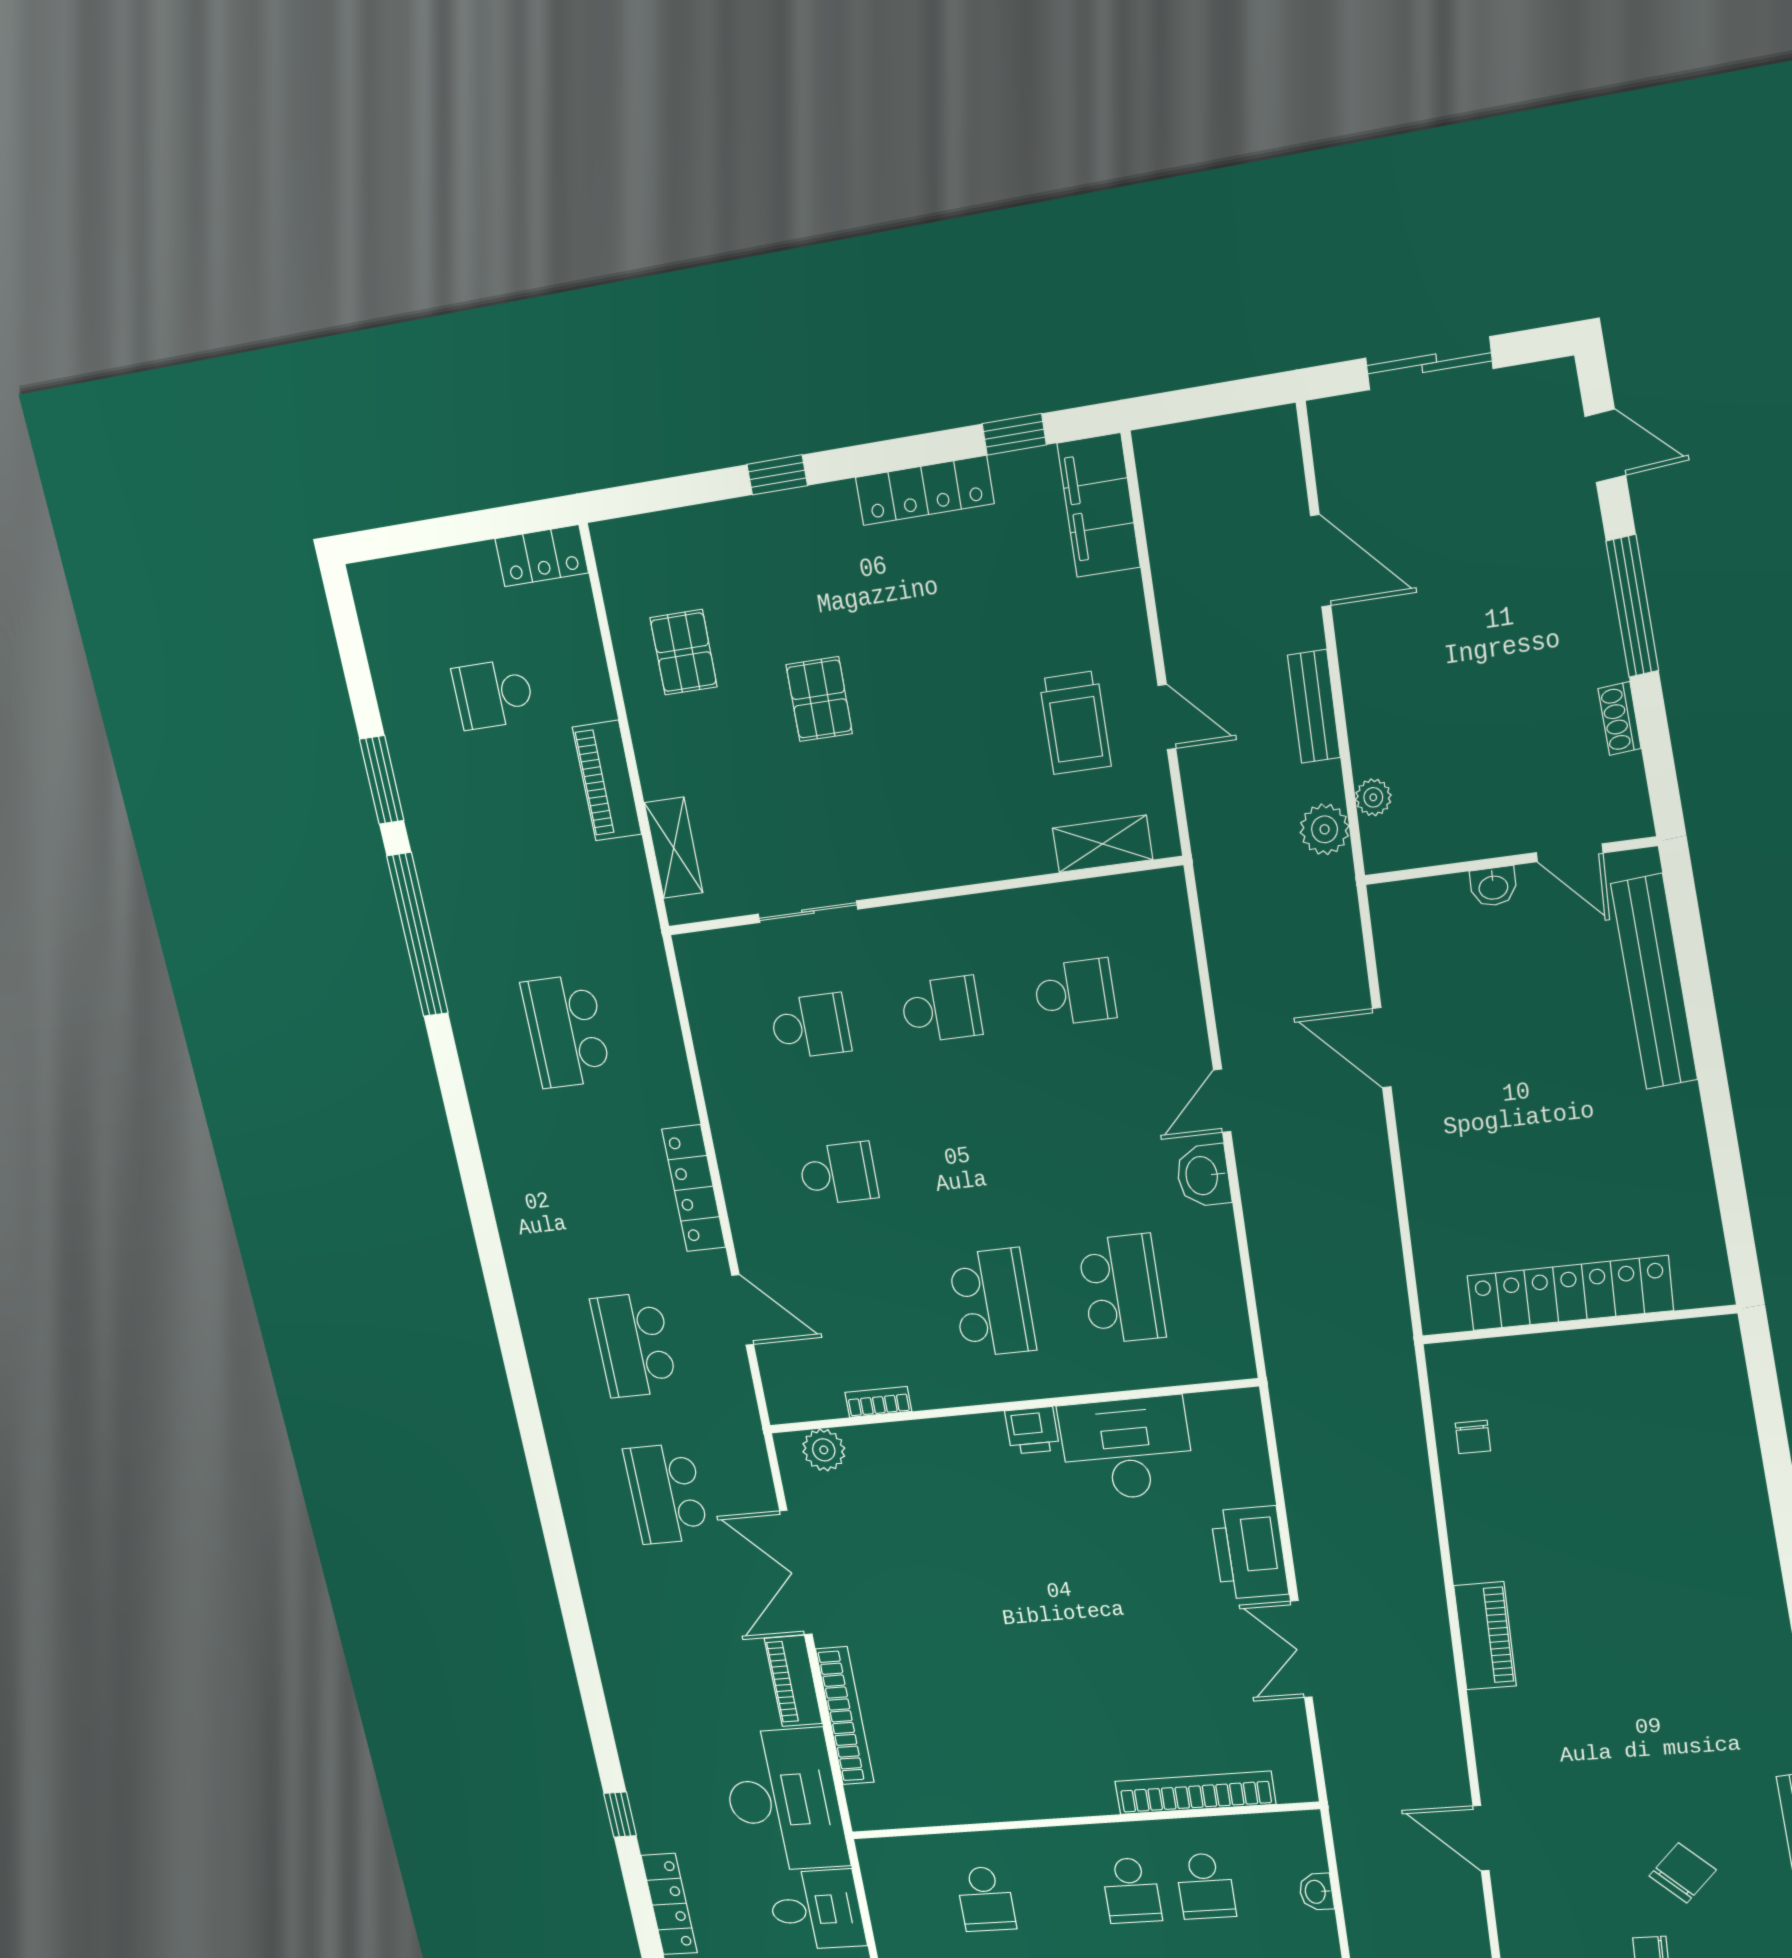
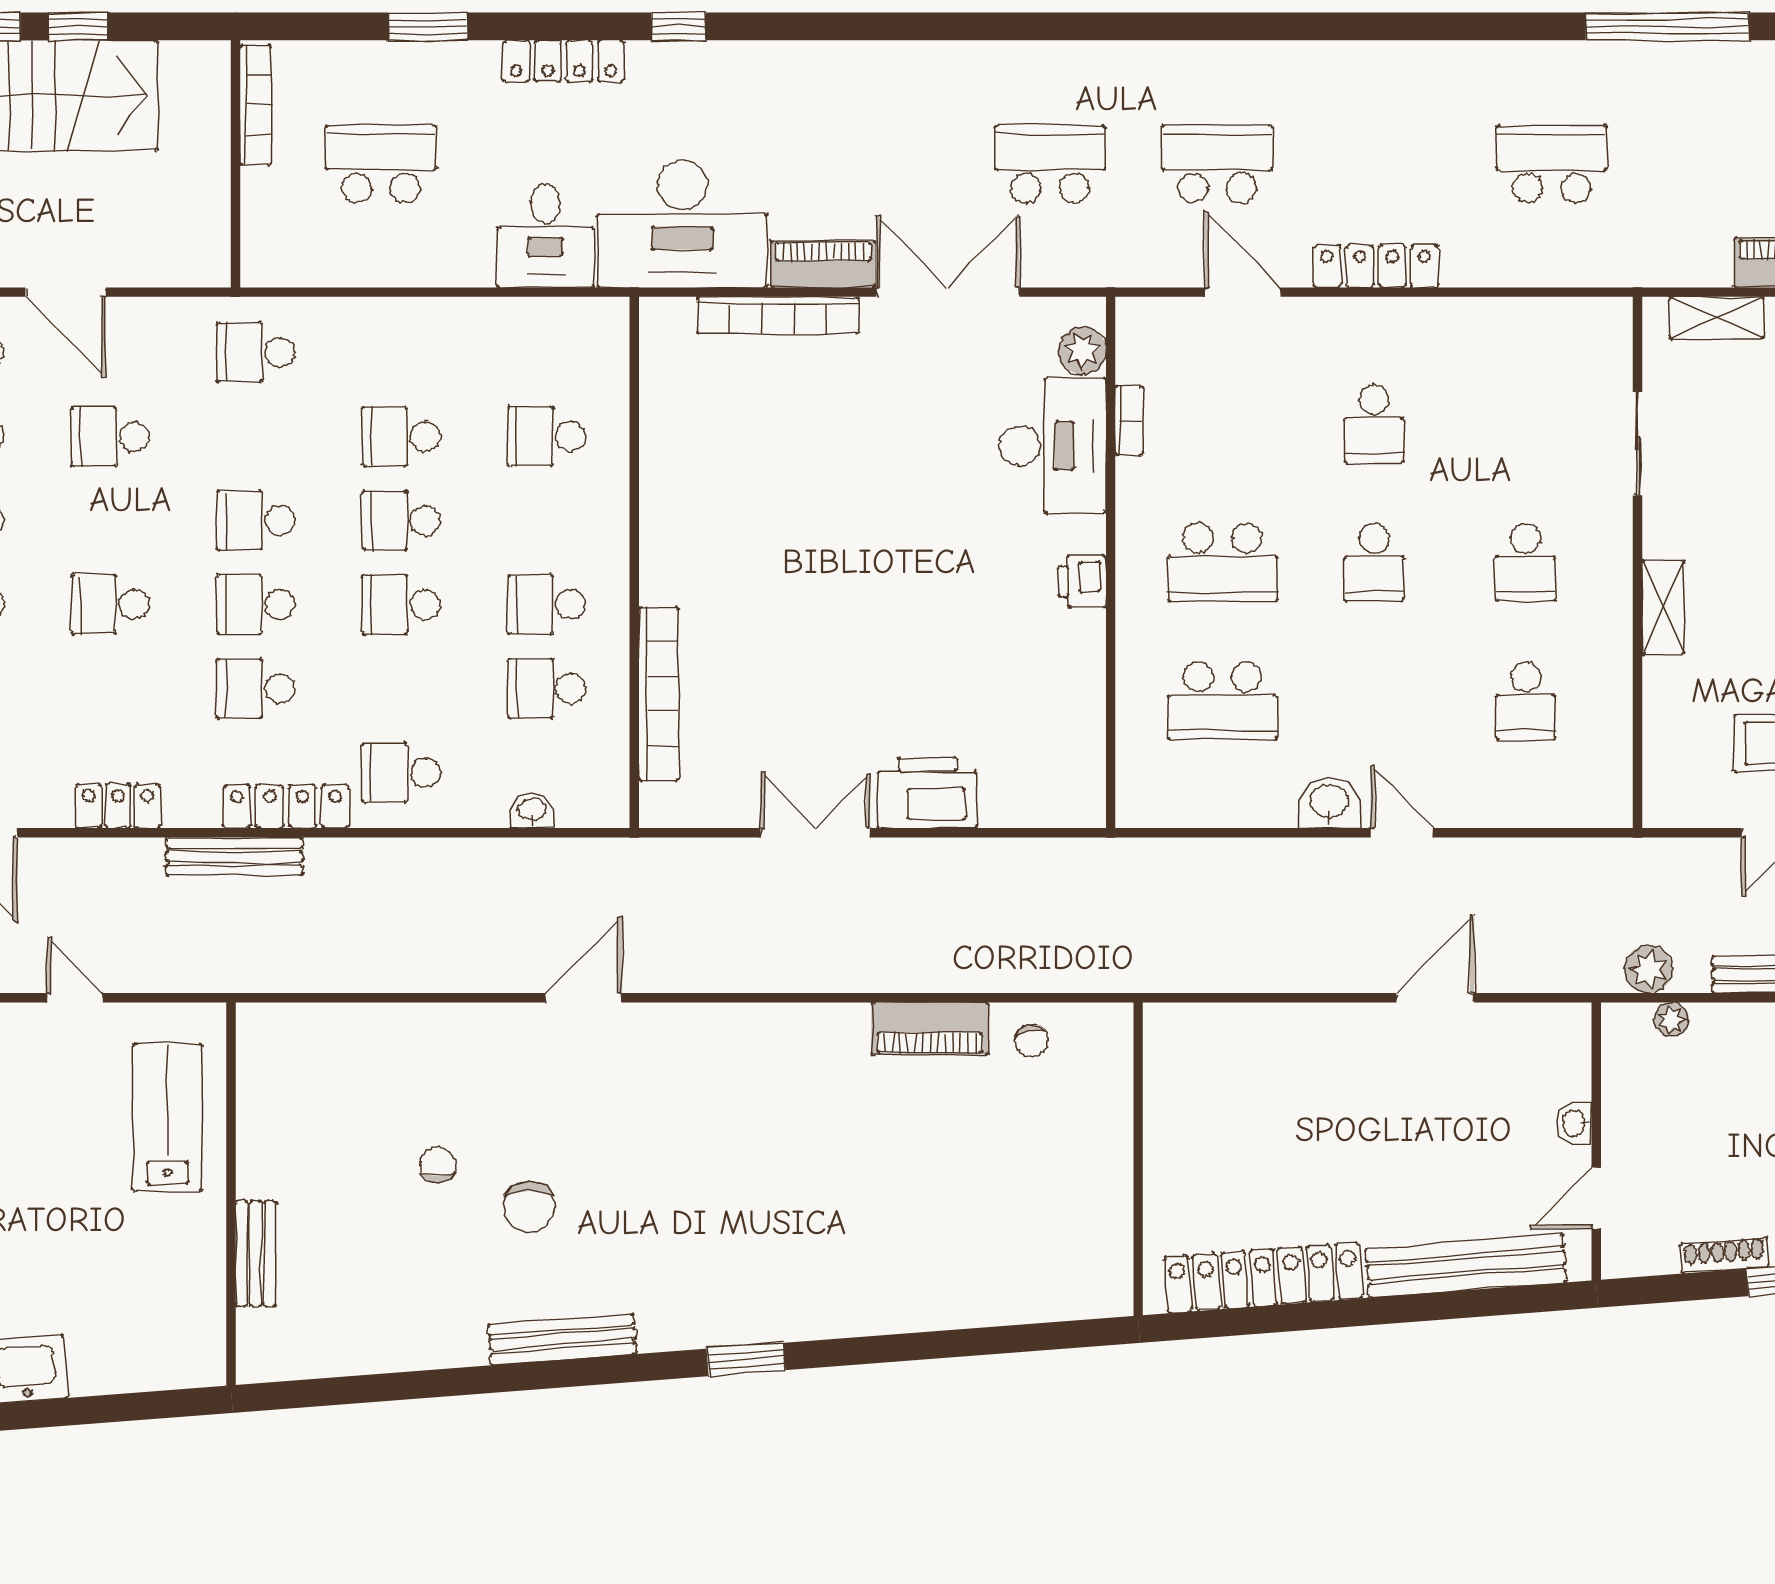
shoe rack: (1620, 719) -> (1724, 1256), width x1.43
shelving: (1103, 844) -> (1663, 608), moved
school desk: (810, 1026) -> (1374, 562), moved
locker: (1570, 1293) -> (1263, 1278), moved, turned -94
door: (743, 1310) -> (1243, 292), swing flipped
chair: (1473, 1437) -> (1031, 1041), turned -102
desk: (1127, 1449) -> (1053, 446), moved
piano: (1485, 1636) -> (930, 1028), moved
chair: (1683, 1873) -> (529, 1207), turned 47

